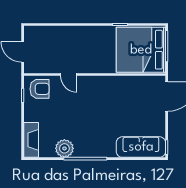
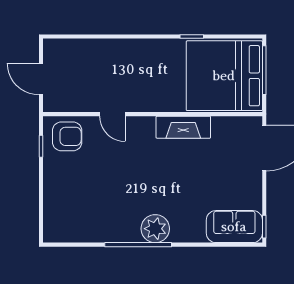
fireplace: (31, 140) -> (183, 127), moved, turned 90
sofa: (141, 147) -> (234, 227), width x0.73
plant: (64, 148) -> (155, 229), moved

